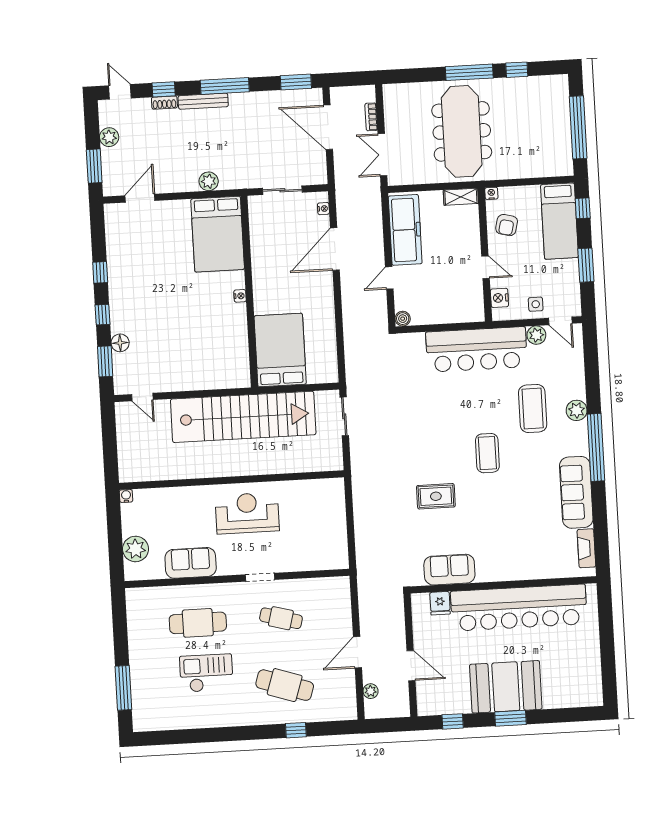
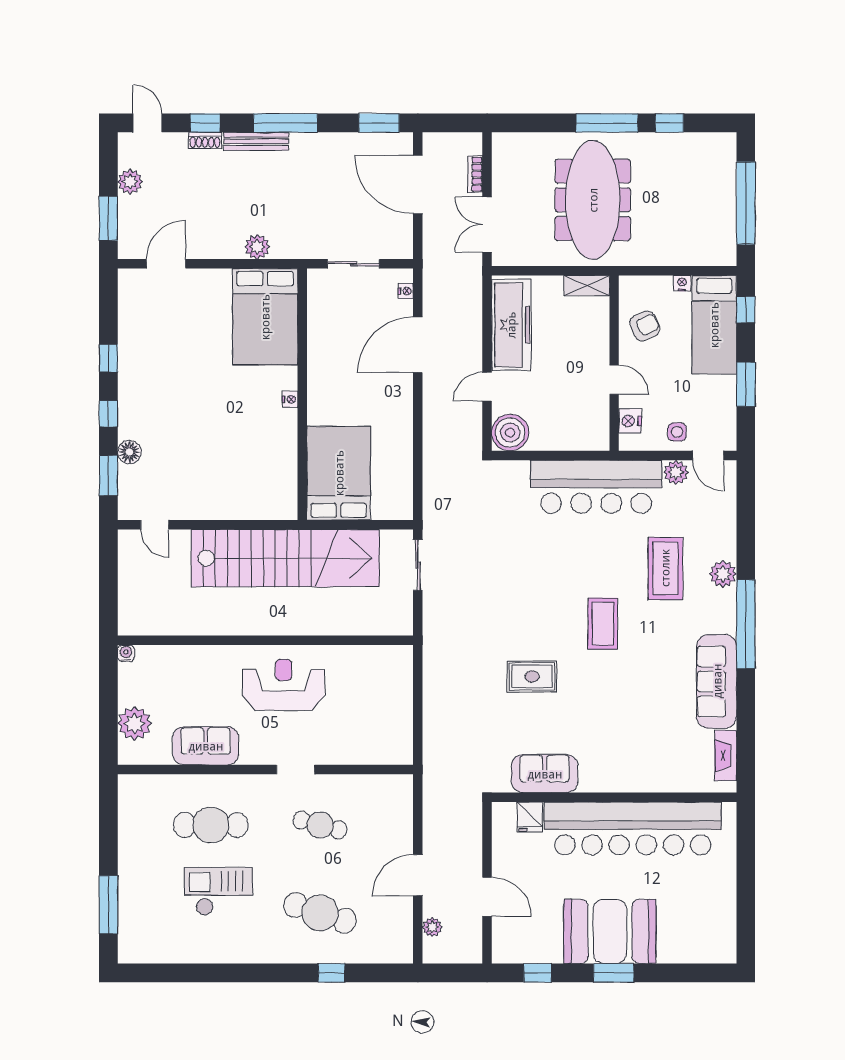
nightstand: (491, 193) -> (682, 283), moved
armchair: (507, 225) -> (645, 326), turned -129
boiler: (403, 319) -> (510, 432), width x1.86, depth x1.86

